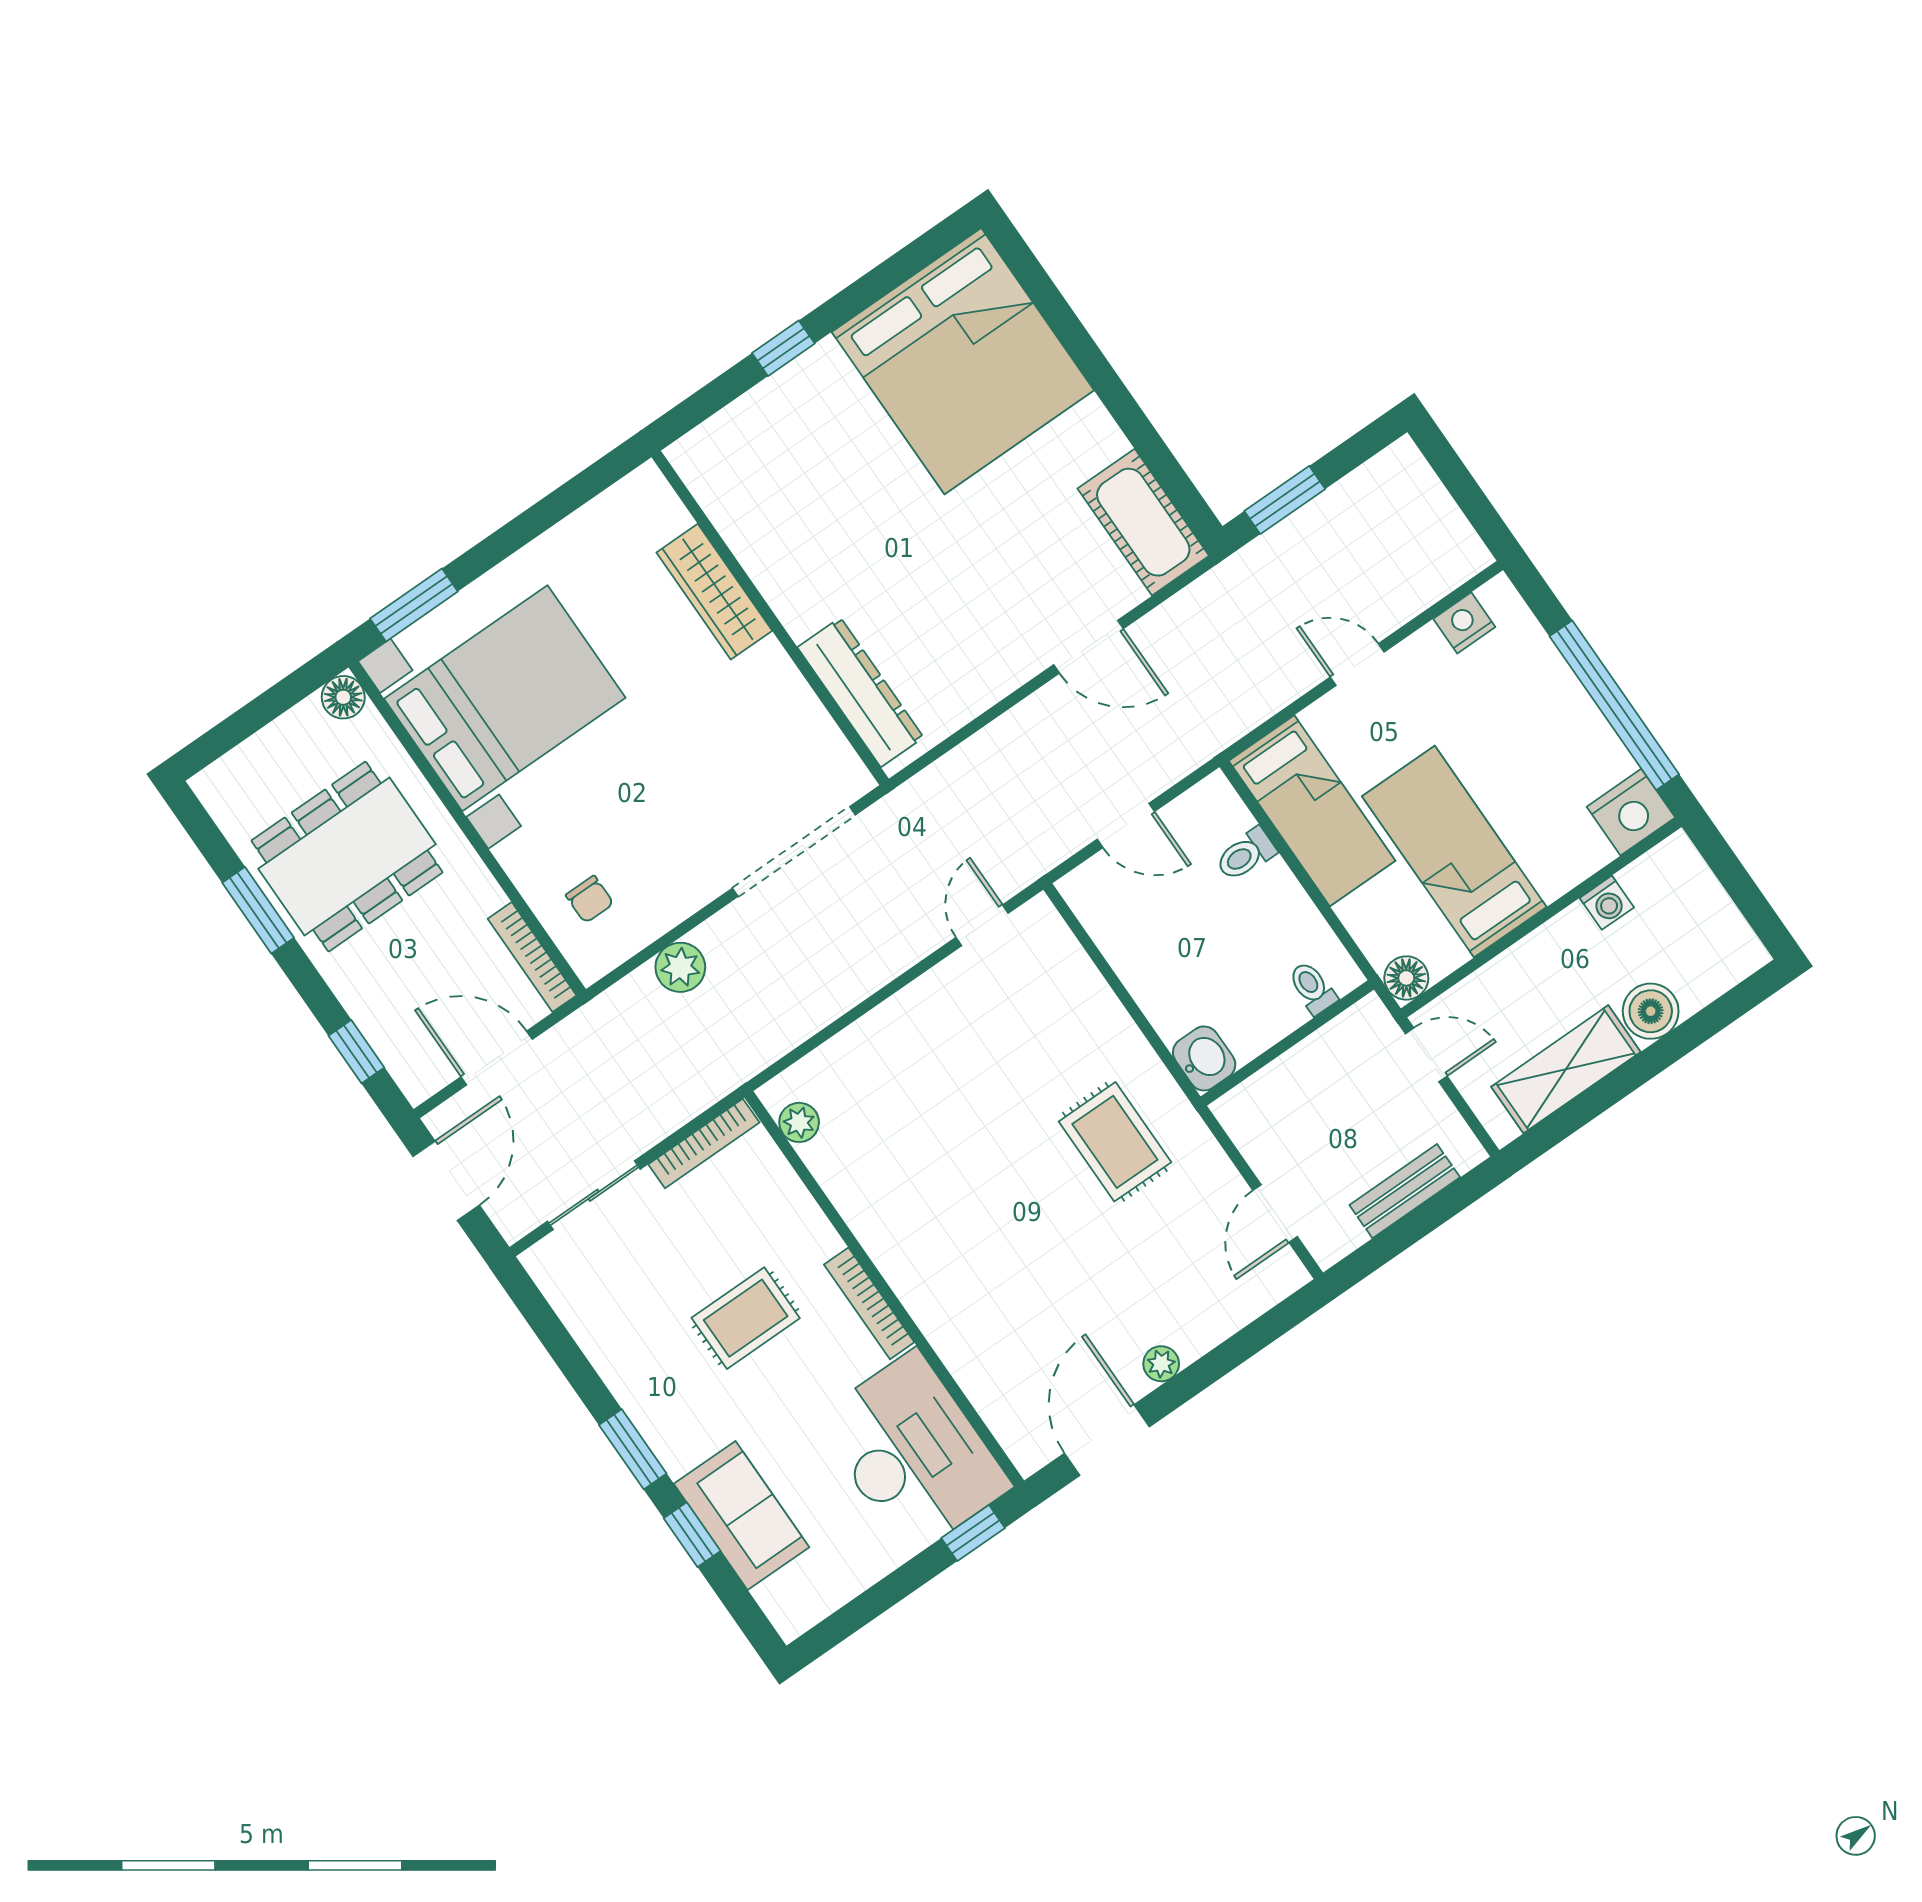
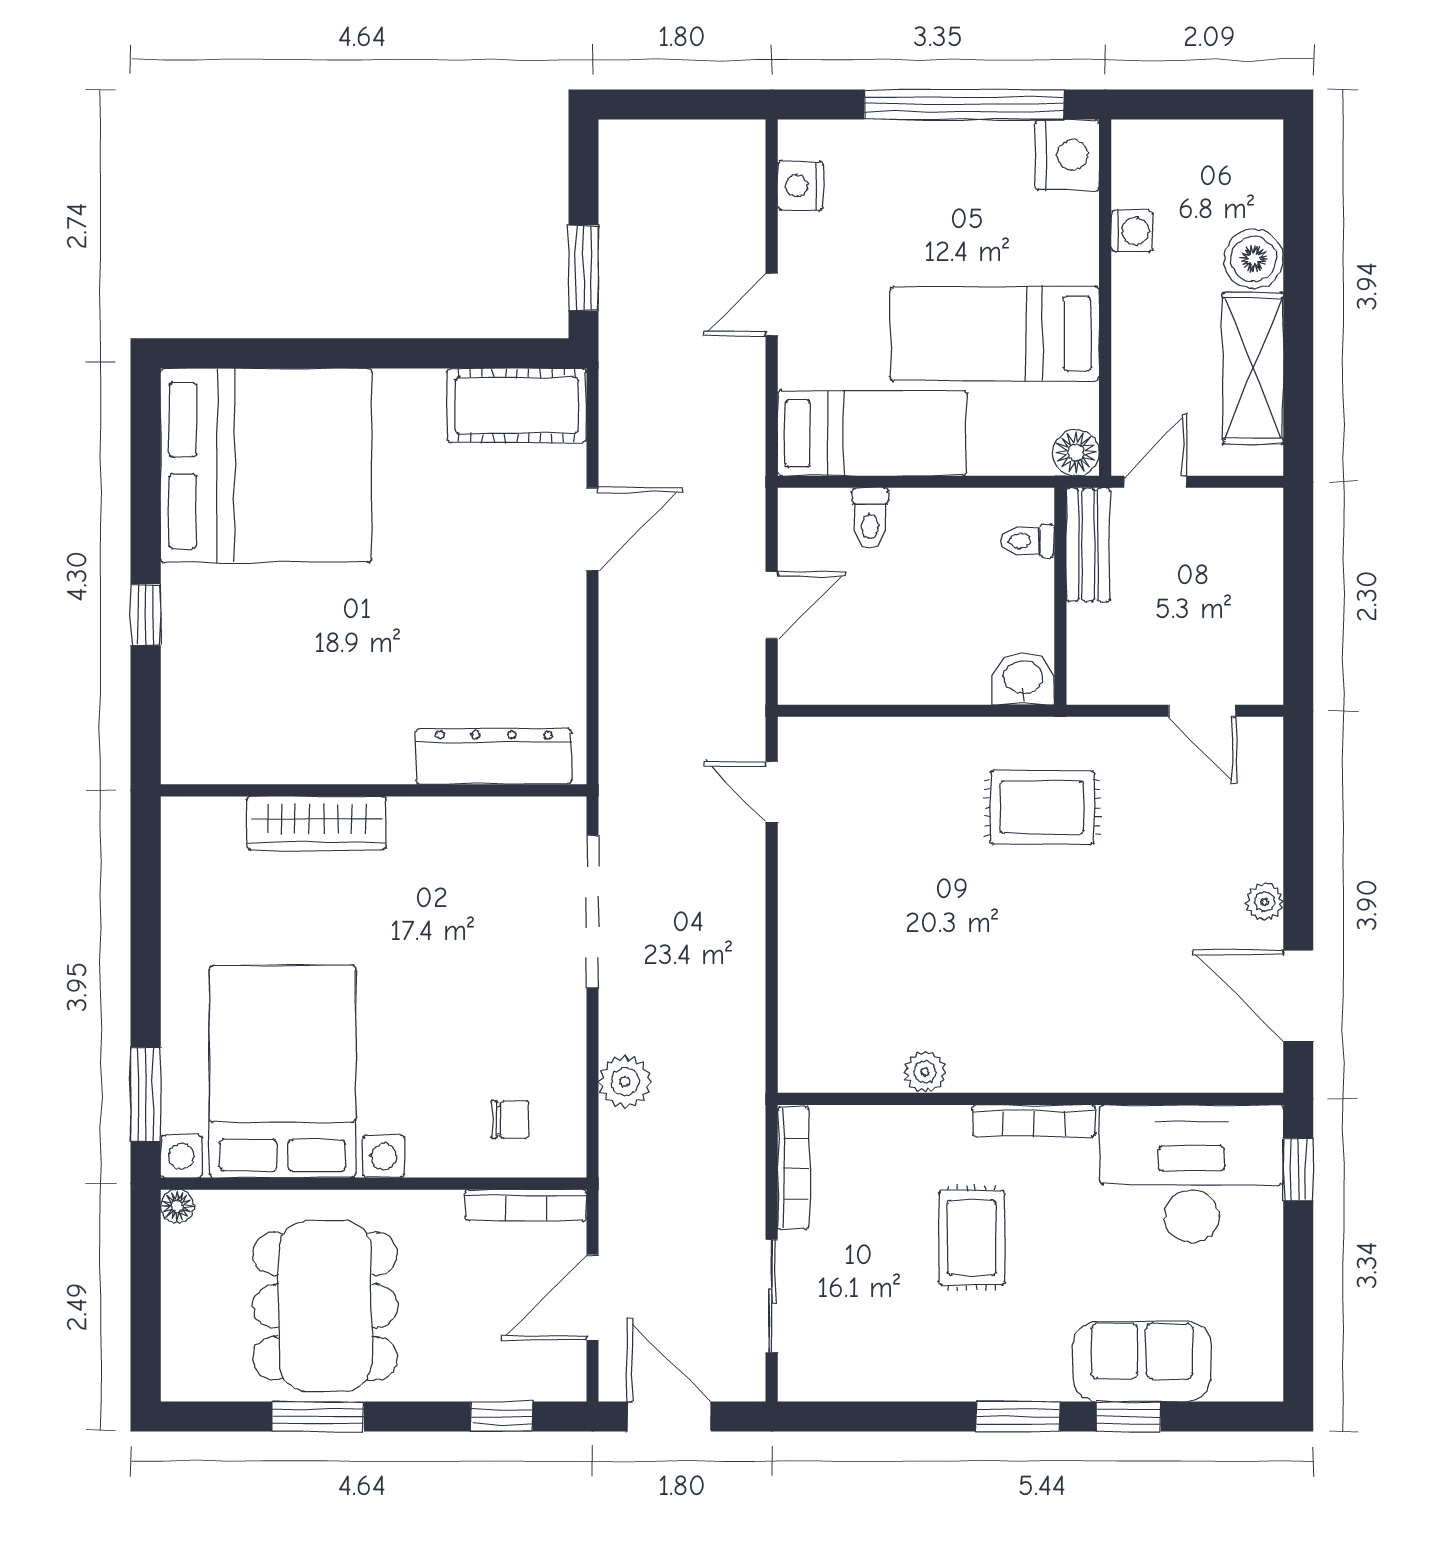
floor lamp: (343, 697) -> (177, 1206), width x0.73, depth x0.73
plant: (799, 1122) -> (925, 1072), moved
bench: (1405, 1191) -> (1088, 545), moved

